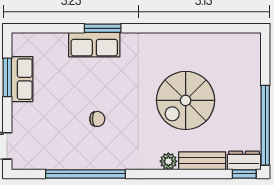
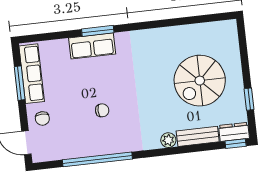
row of seats: (22, 79) -> (32, 74), width x1.48
spiral stairs: (186, 100) -> (200, 81), moved
chair: (28, 121) -> (42, 119), added
window: (265, 125) -> (249, 99), width x0.32

